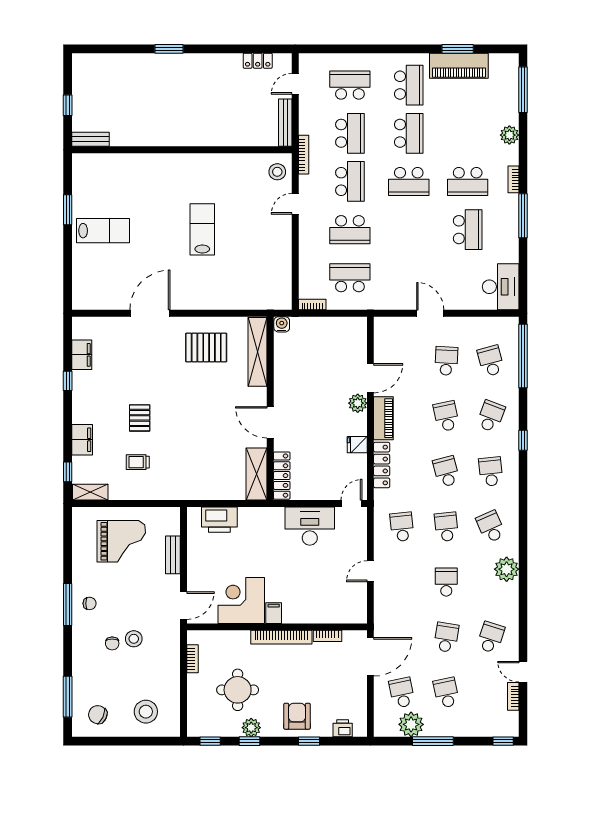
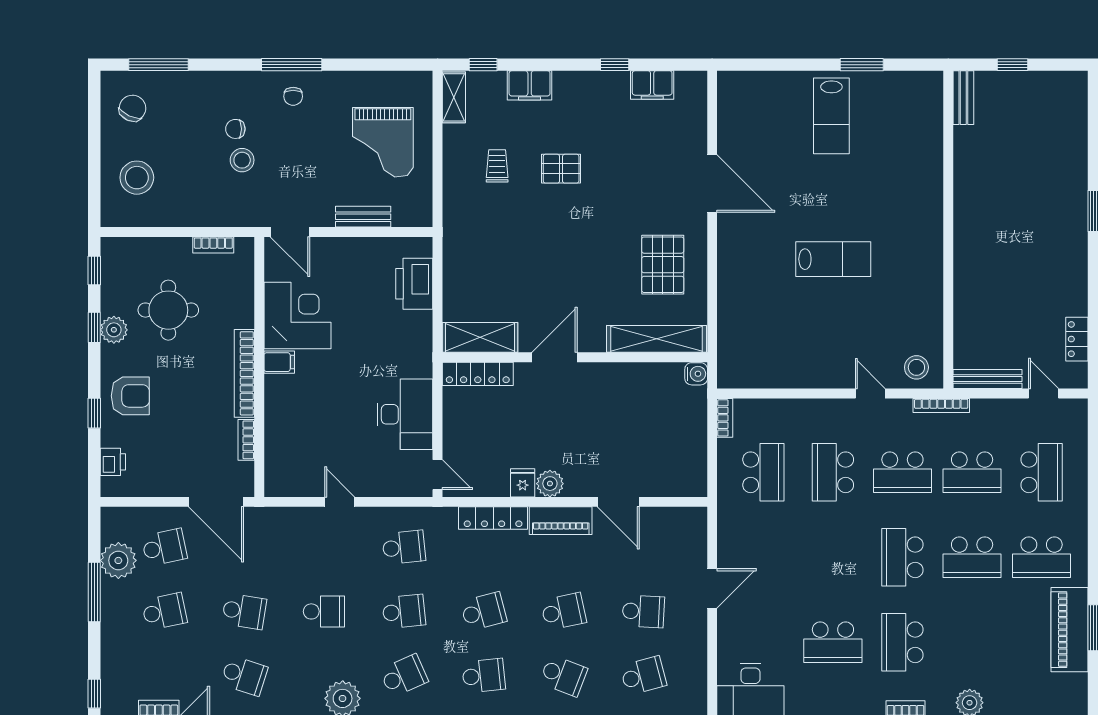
plant: (358, 403) -> (550, 484), moved

